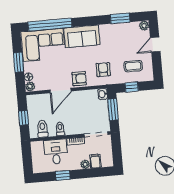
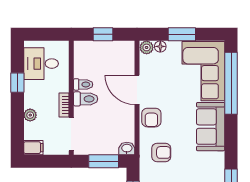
toilet: (43, 129) -> (86, 99), moved
desk: (56, 152) -> (41, 64), moved, turned 180
filing cabinet: (95, 161) -> (33, 148), moved

